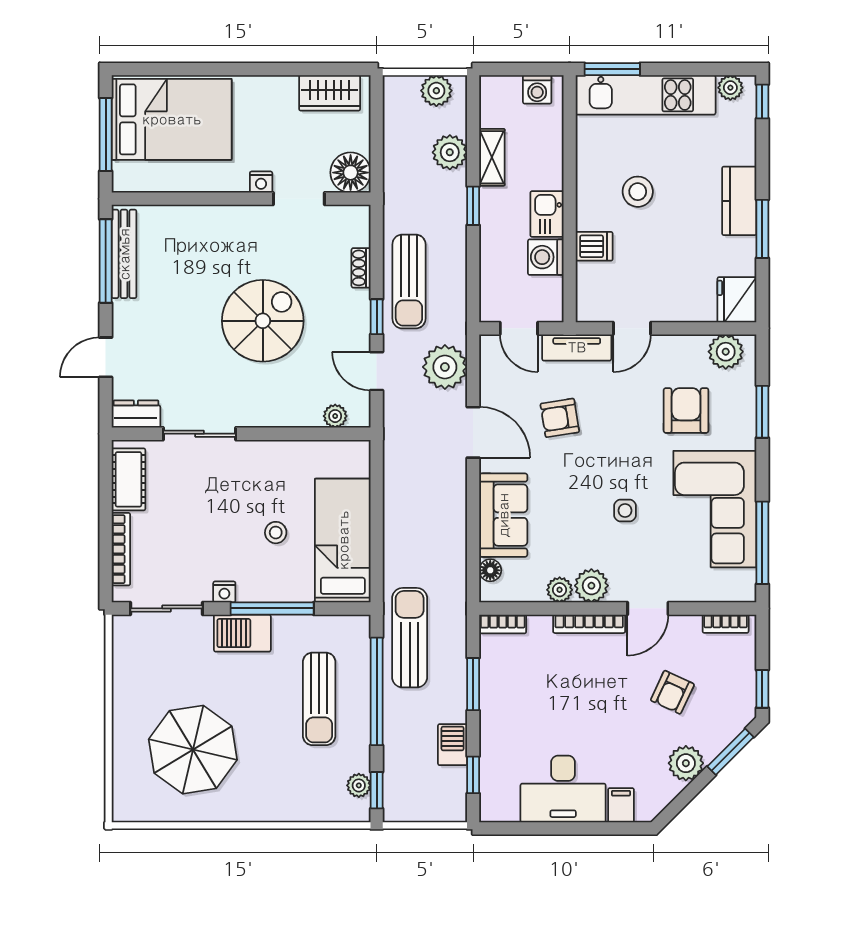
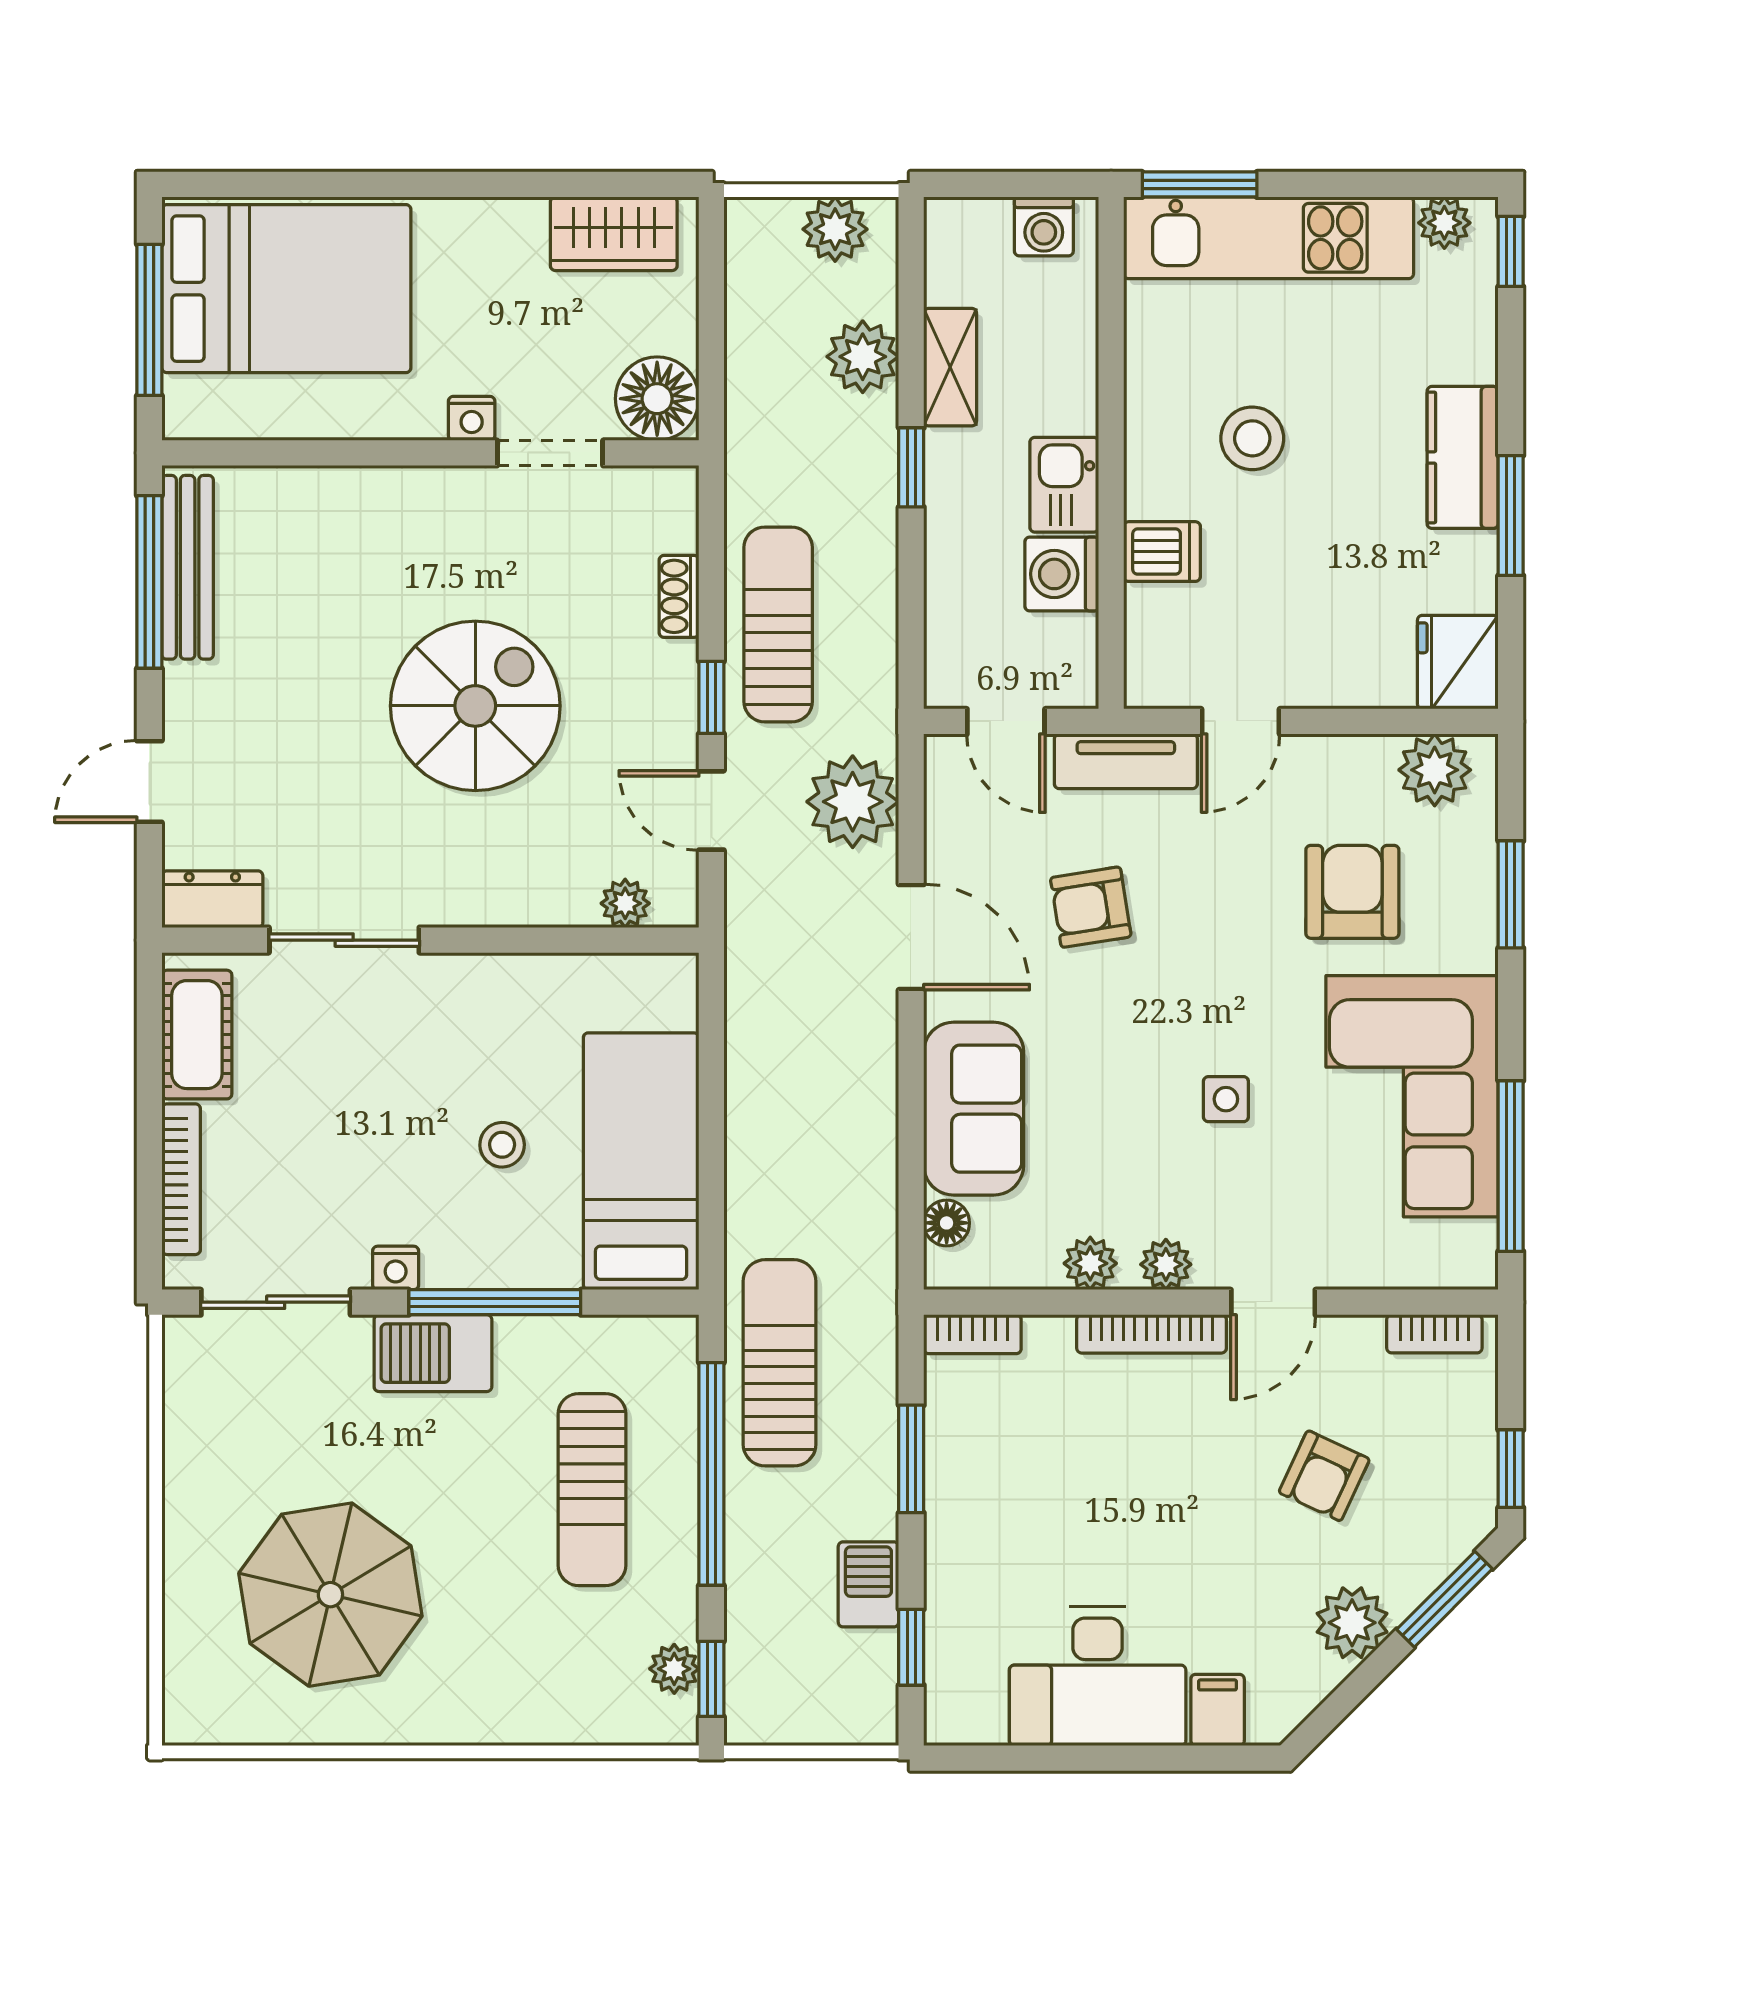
sun lounger: (409, 281) -> (778, 624), turned 180
plant: (591, 586) -> (1166, 1264), width x0.73, depth x0.73

